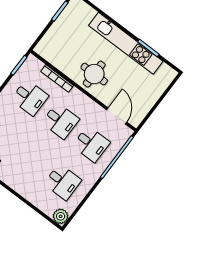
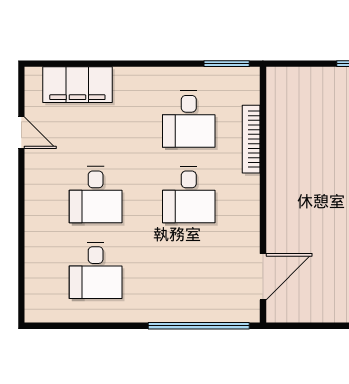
round table: (94, 74) -> (302, 192), removed
desk: (91, 144) -> (96, 195), moved
plant: (61, 216) -> (39, 308), removed

